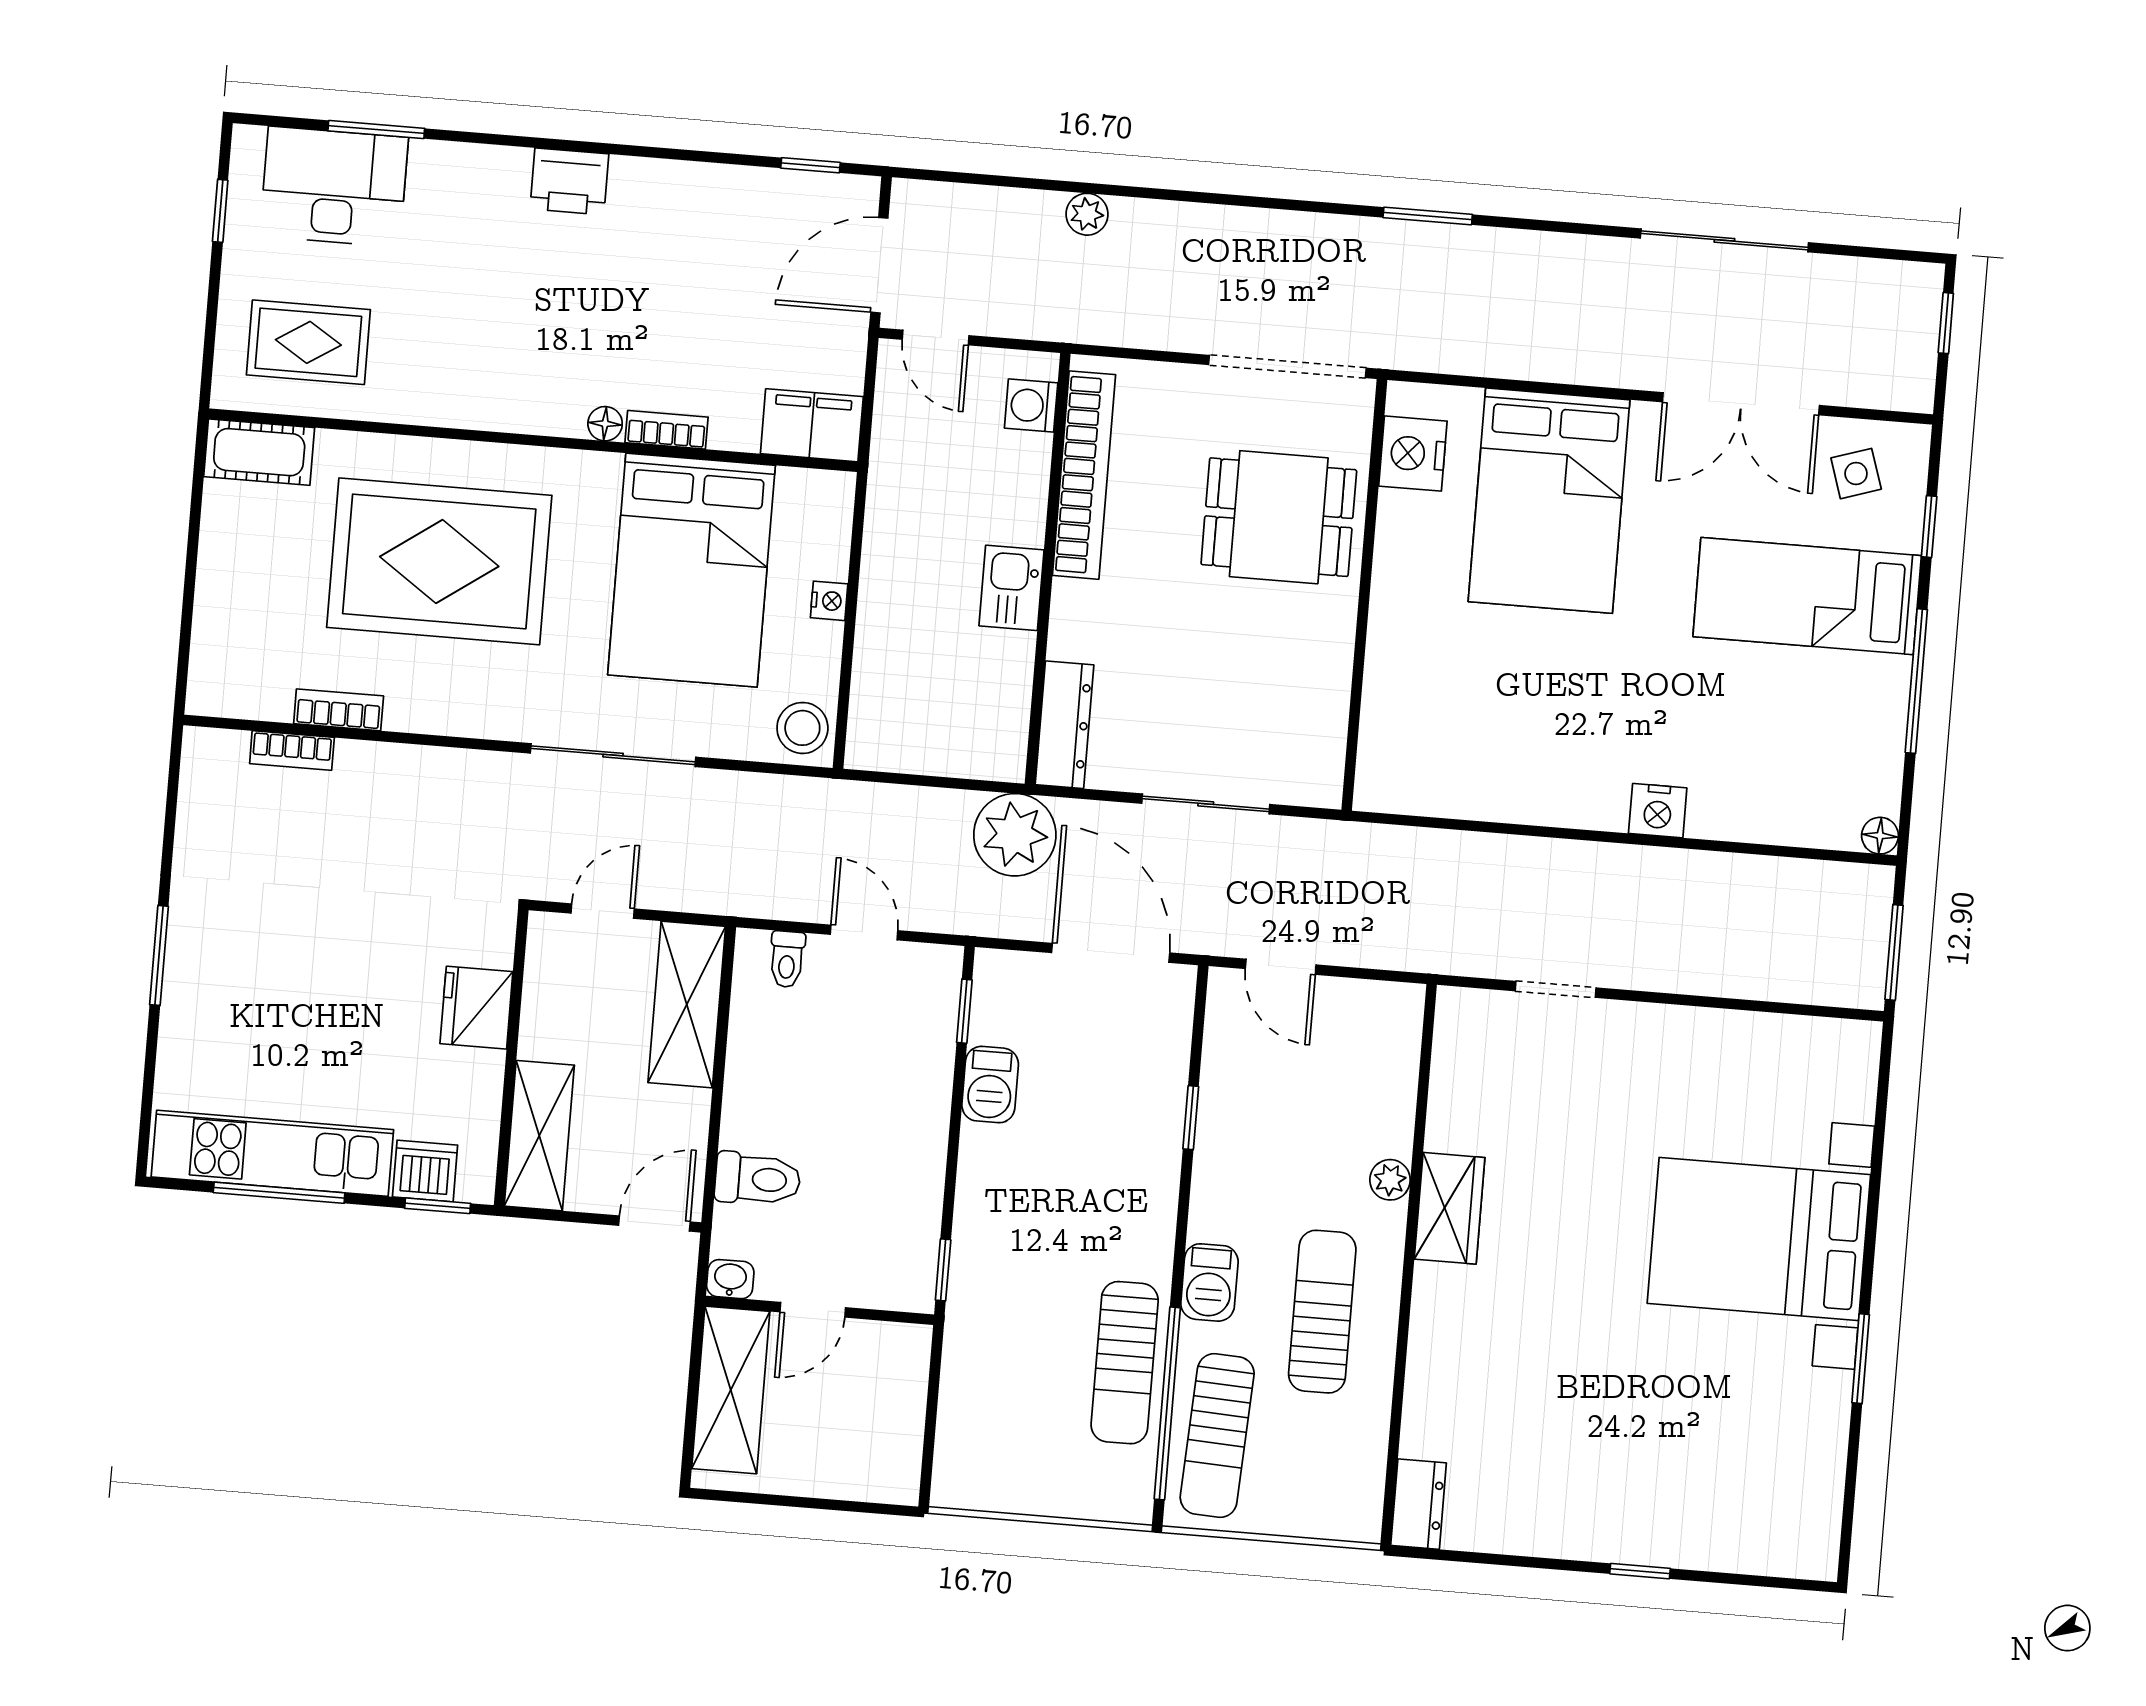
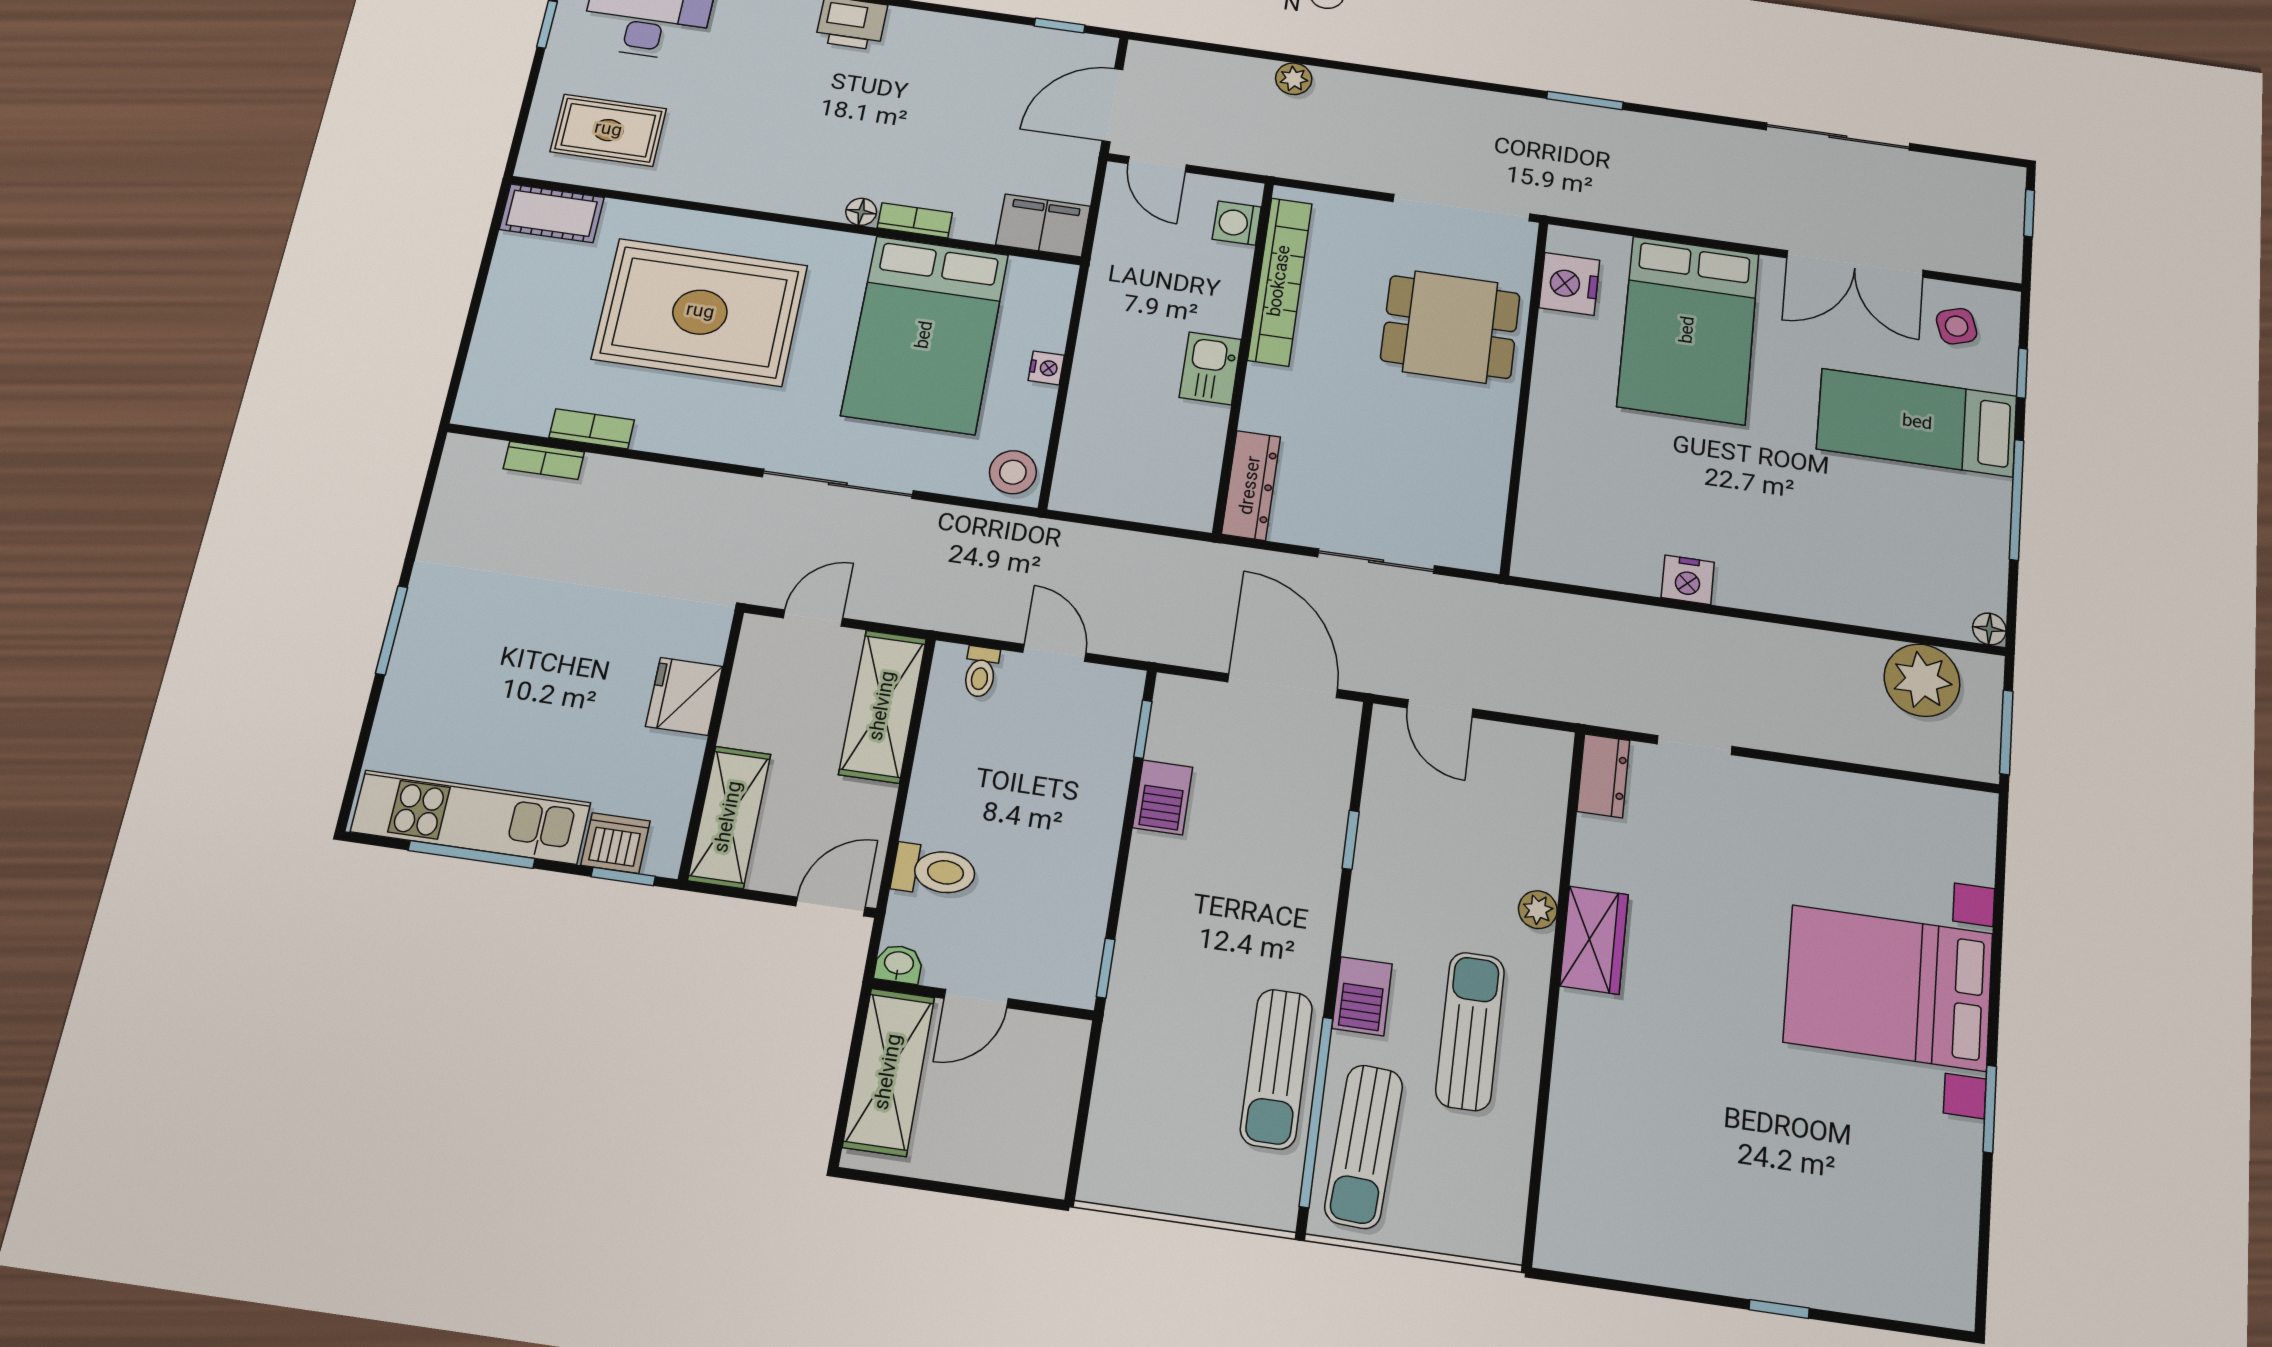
nightstand: (1658, 811) -> (1688, 580), moved
plant: (1015, 835) -> (1922, 680), moved
dresser: (1419, 1504) -> (1603, 776), moved

